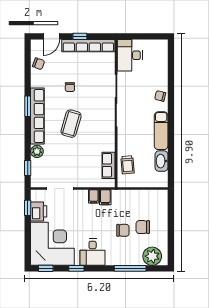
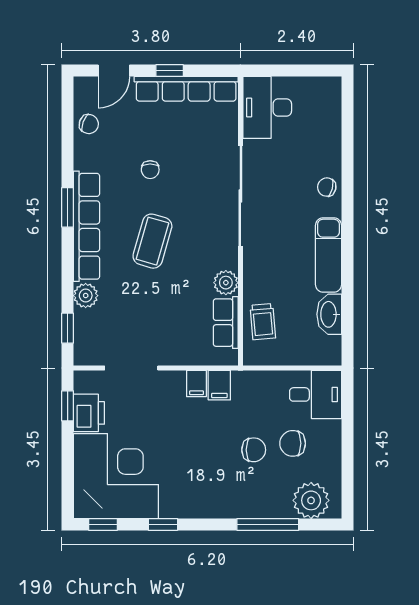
plant: (109, 145) -> (226, 283), added
desk: (93, 252) -> (316, 394), moved, turned -90

